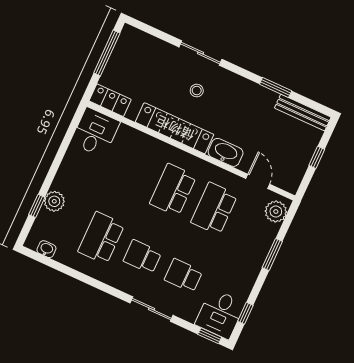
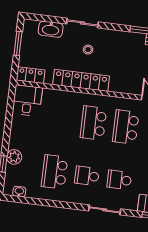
window: (107, 53) -> (18, 43), width x0.69
washbasin: (226, 152) -> (51, 29), moved, turned 180

